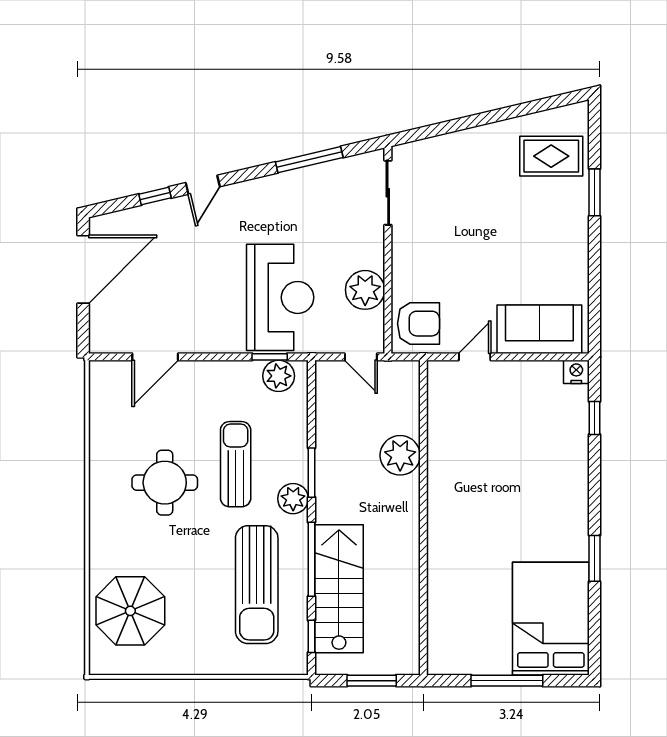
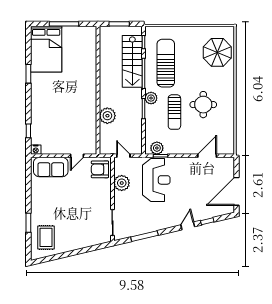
rug: (551, 156) -> (46, 237), turned 90
reception desk: (280, 297) -> (156, 180), turned 180

